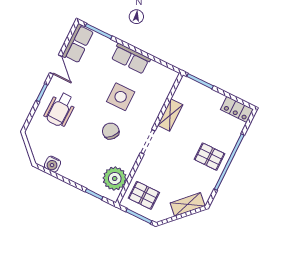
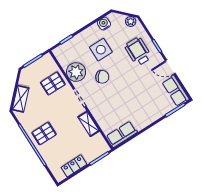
row of seats: (131, 59) -> (122, 134), moved
side table: (121, 97) -> (101, 50), moved
locker: (237, 109) -> (74, 166), moved
plant: (33, 137) -> (131, 21), added
plant: (115, 179) -> (76, 72), moved
pallet: (144, 195) -> (53, 83), moved

